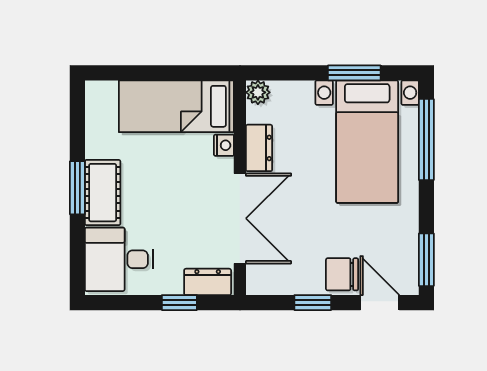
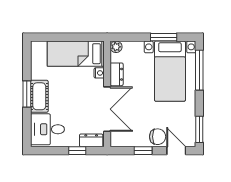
chair: (342, 274) -> (158, 137), turned 180

